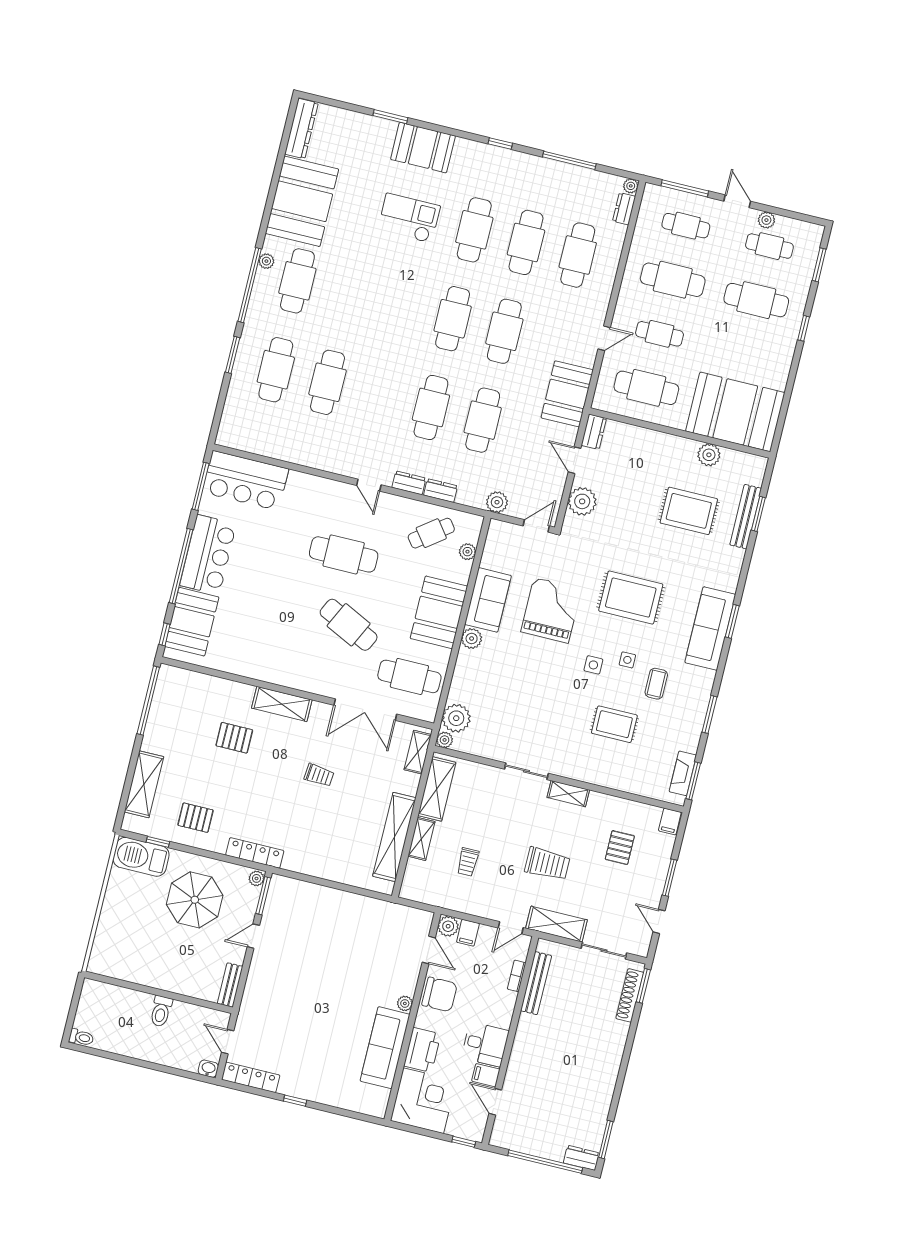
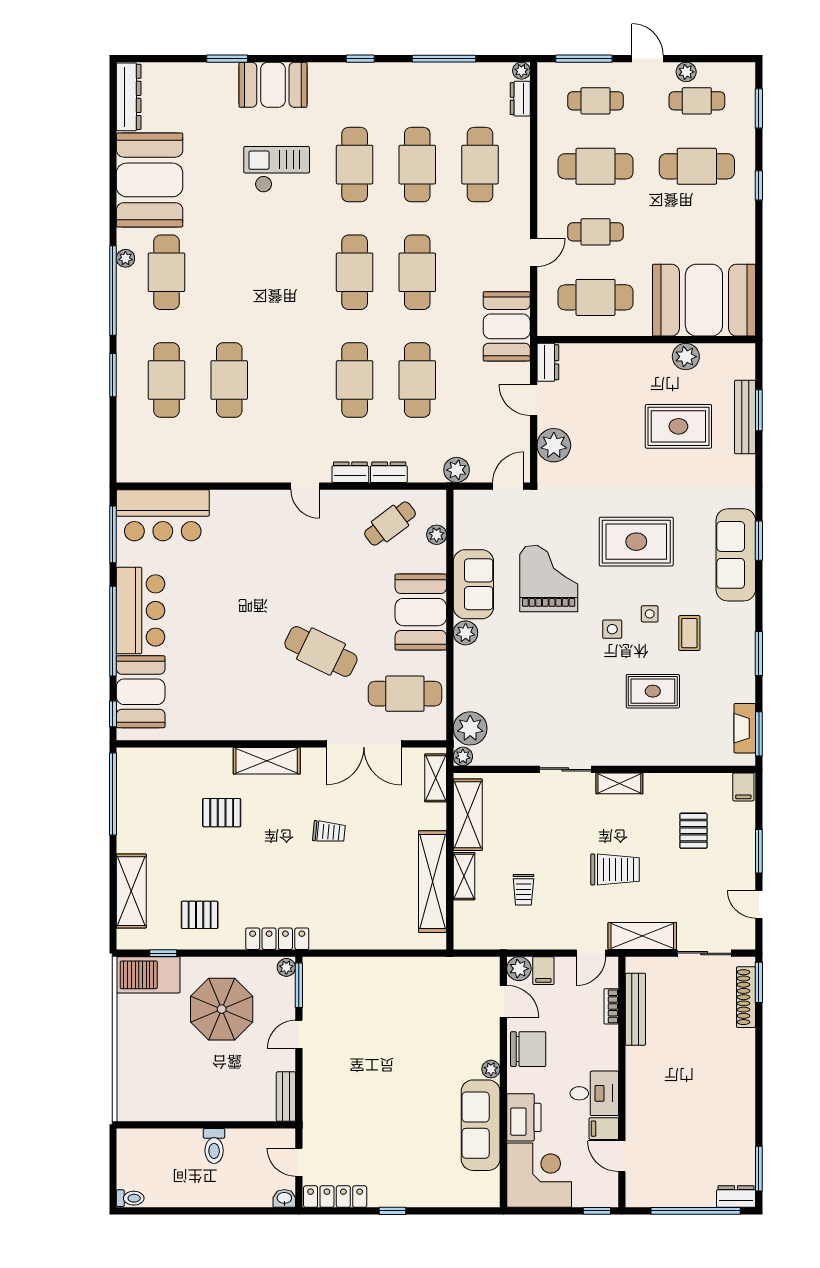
cafe table: (344, 554) -> (296, 572), removed

